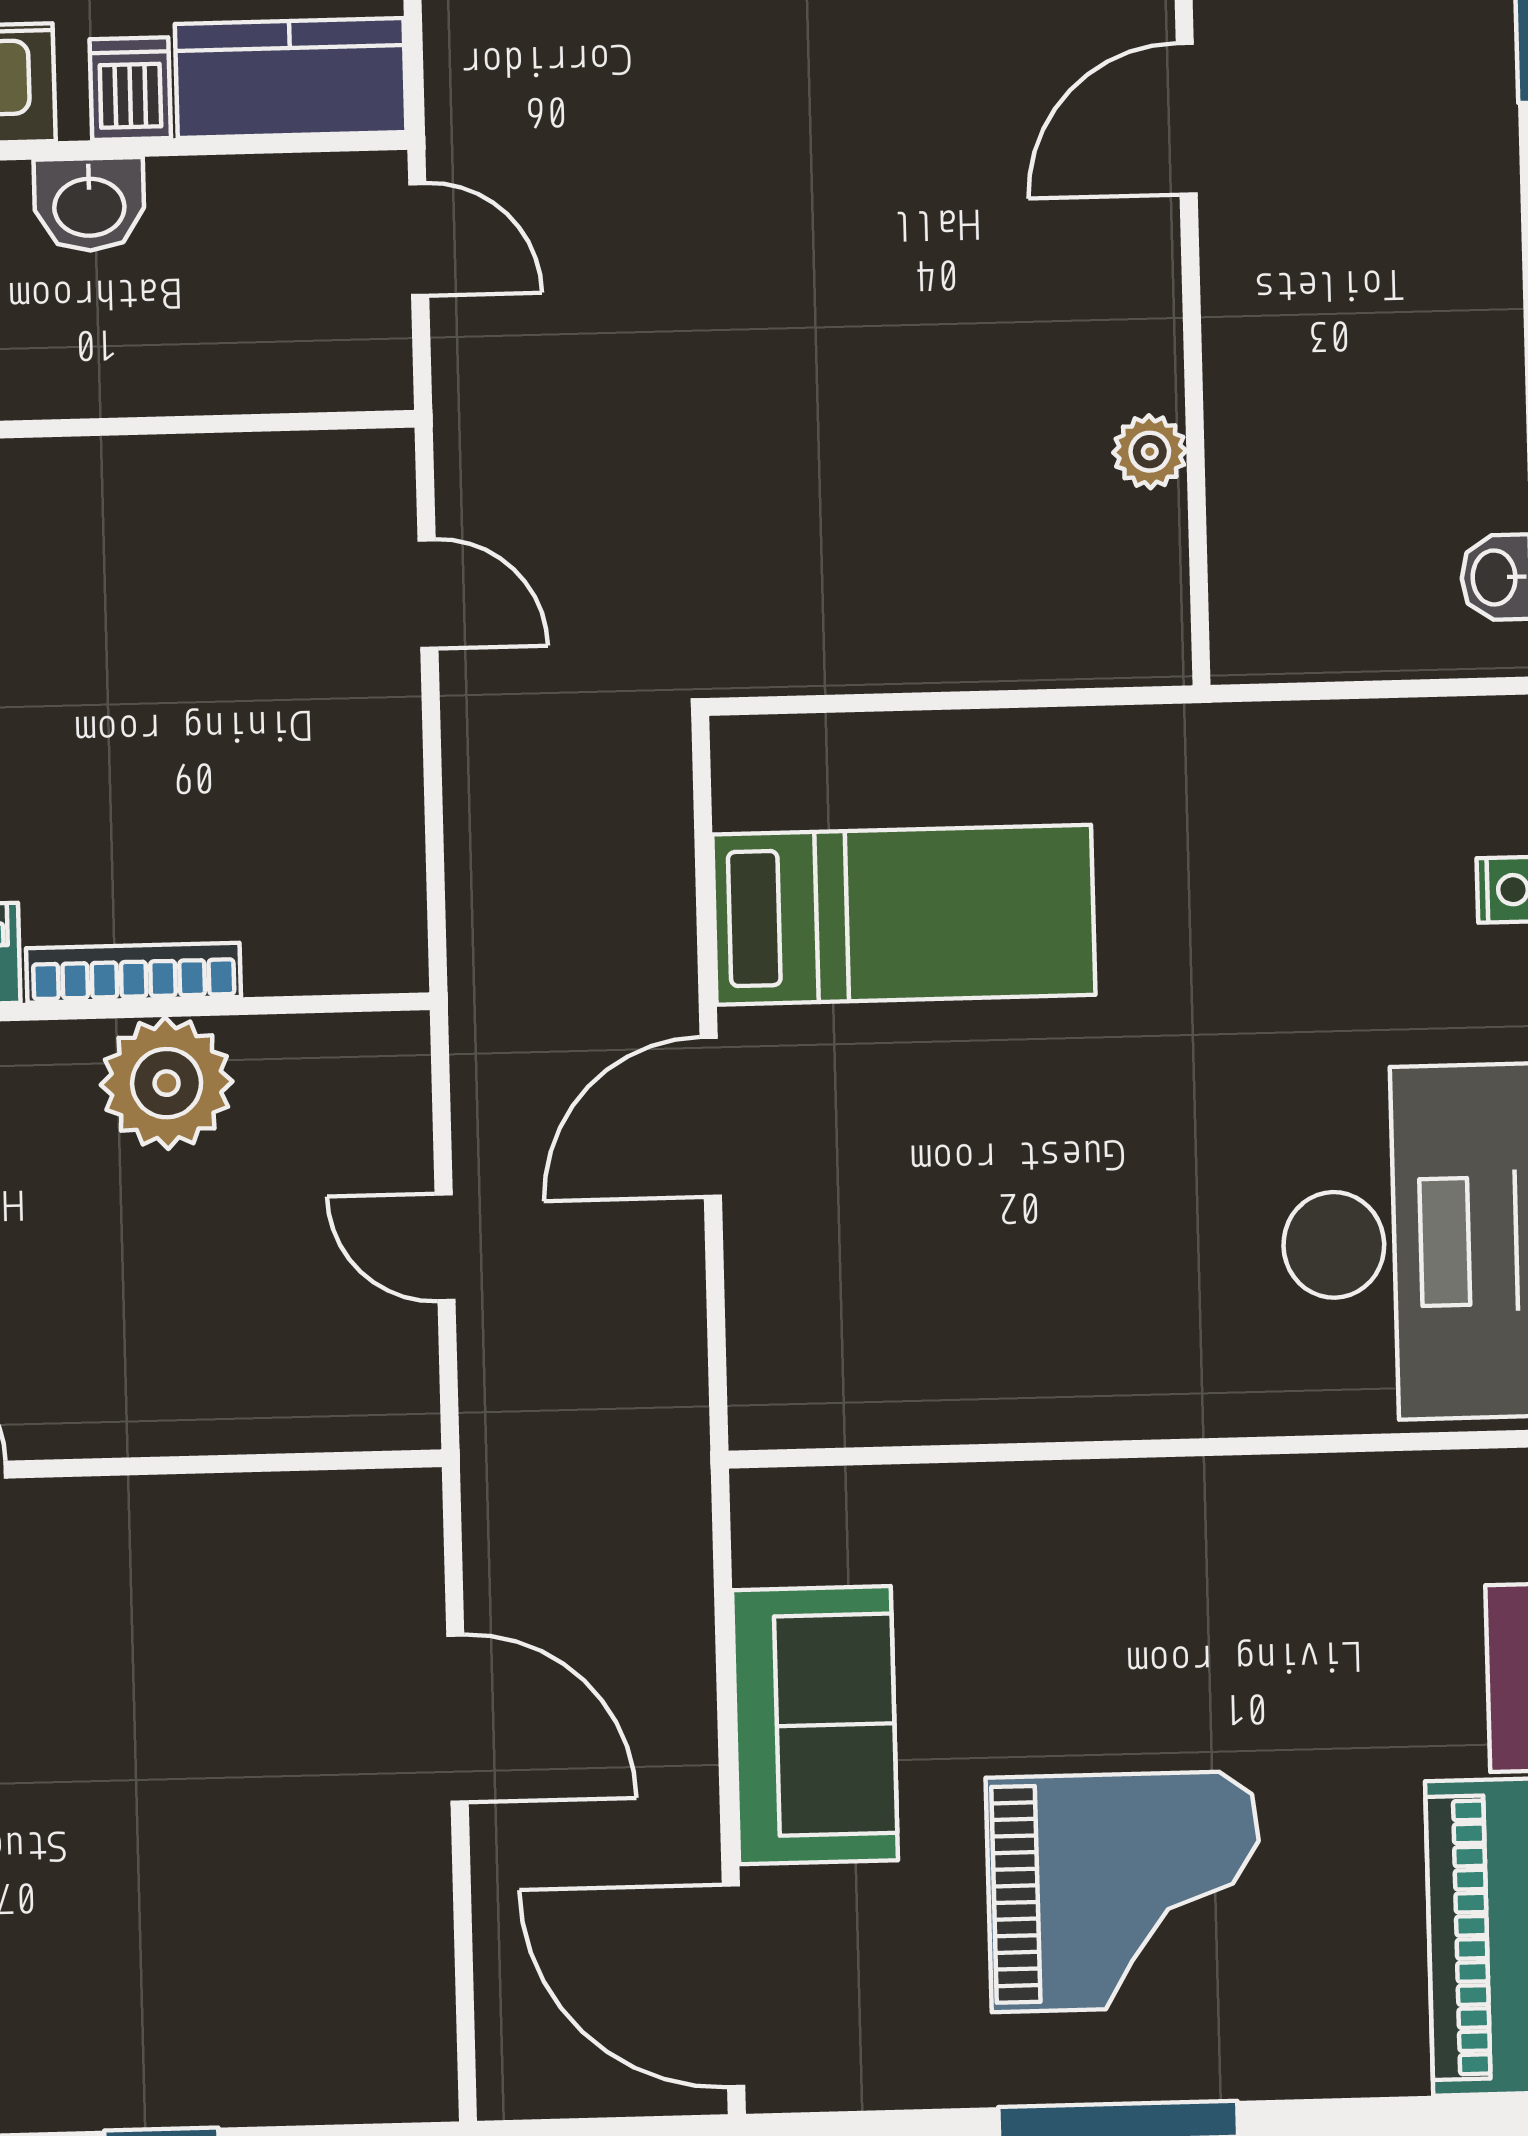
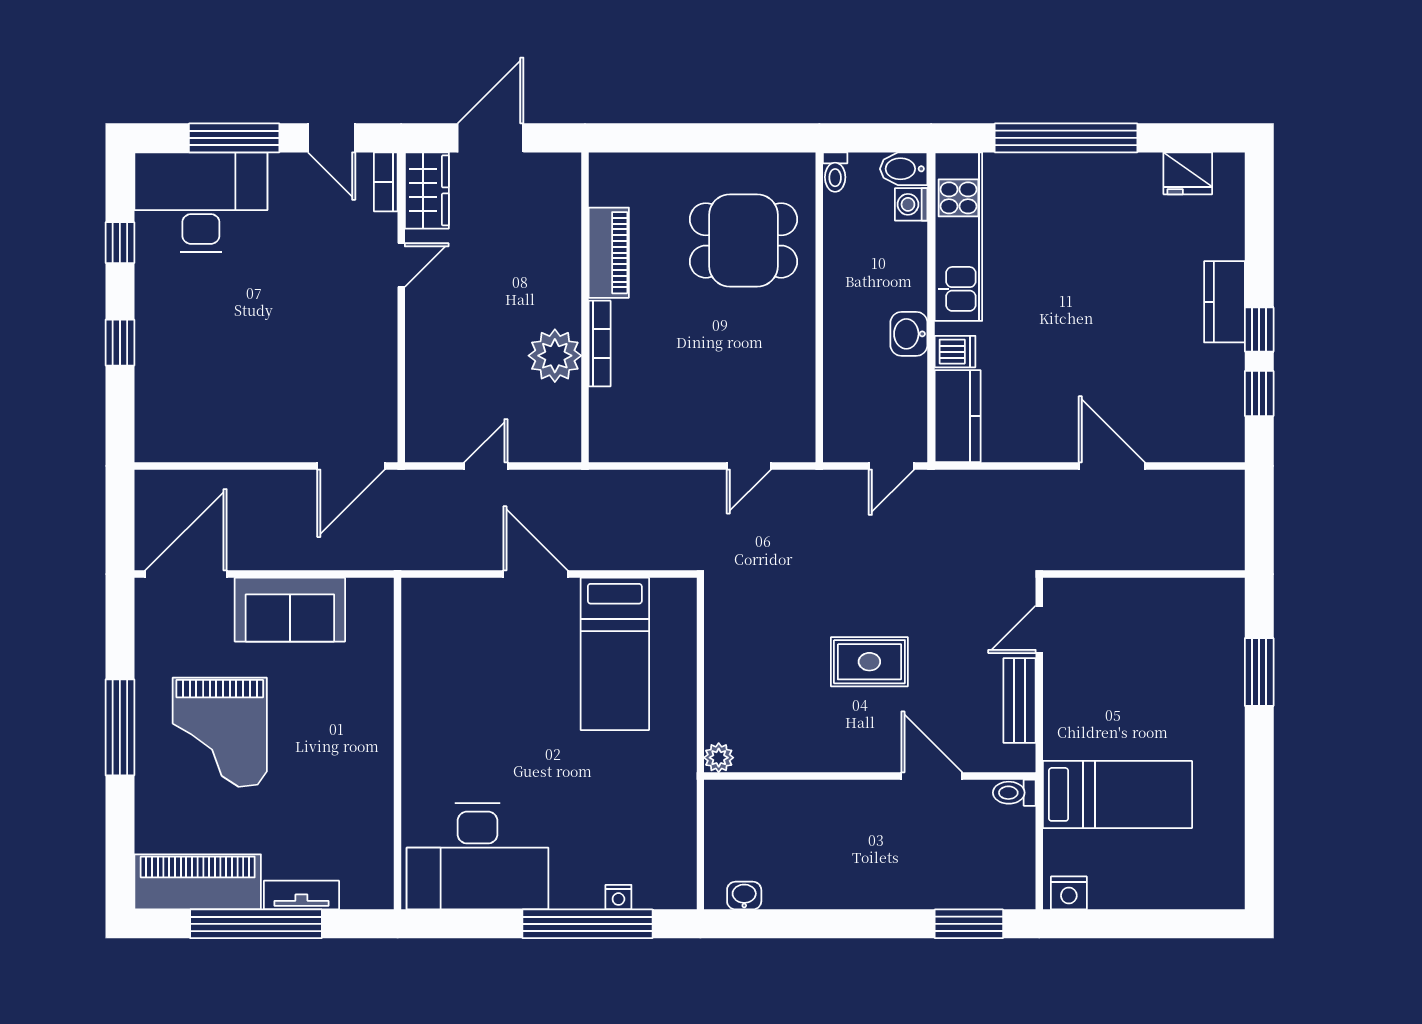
rug: (907, 281) -> (869, 662), added
plant: (1150, 452) -> (719, 758), moved
door: (457, 1719) -> (351, 466), moved

